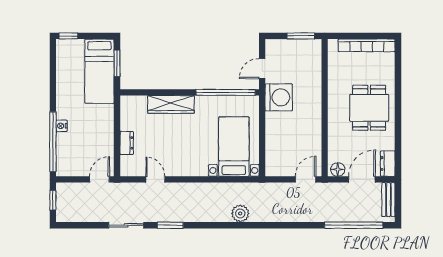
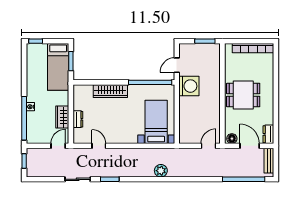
dining table: (369, 108) -> (243, 95), moved, turned 90
wardrobe: (105, 140) -> (62, 117), added
door: (362, 179) -> (250, 146), hinge flipped

